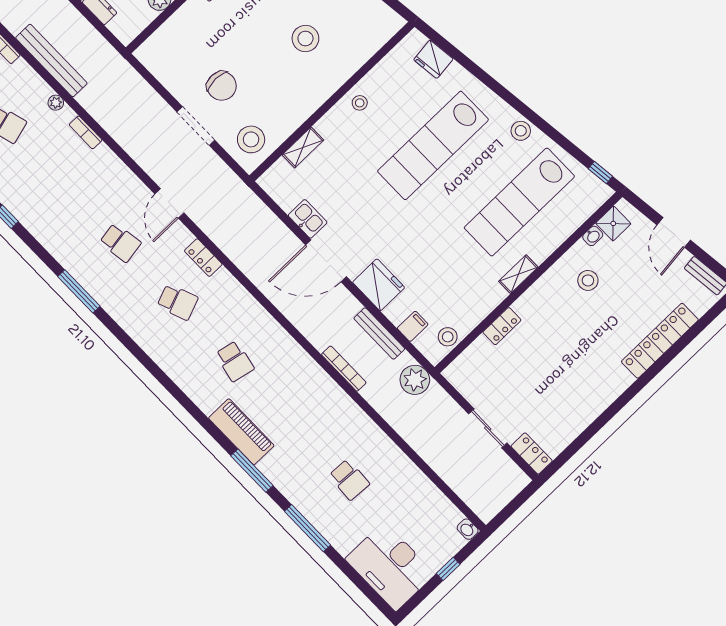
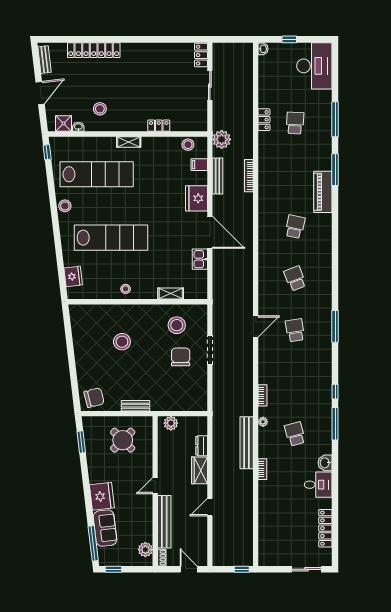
stool: (251, 139) -> (177, 325), moved
locker: (203, 258) -> (264, 120), moved

